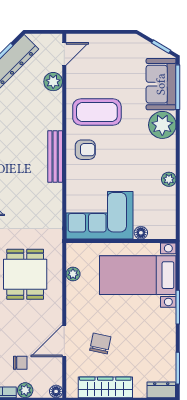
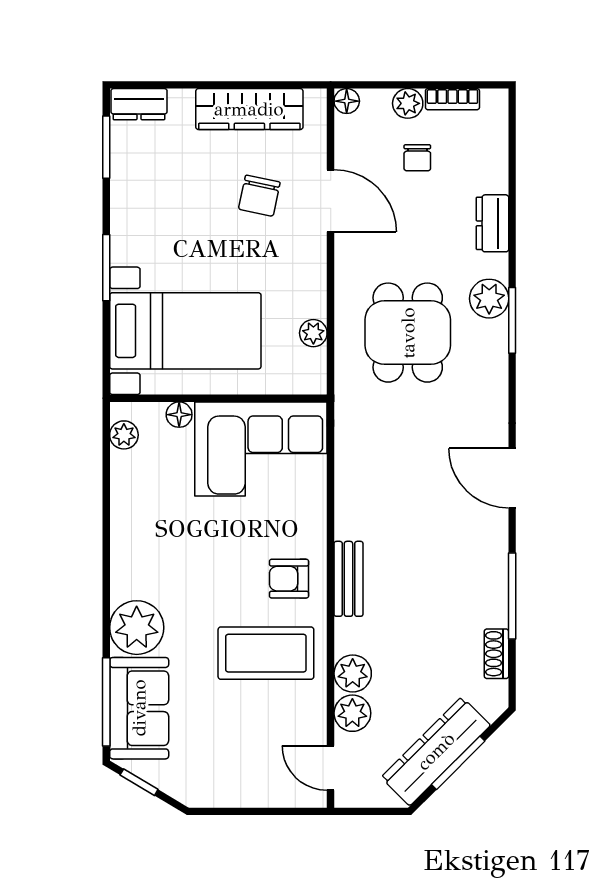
door: (64, 54) -> (331, 768), hinge flipped
plant: (53, 102) -> (353, 674), added
bench: (55, 157) -> (348, 579), width x0.73
plant: (169, 179) -> (124, 435), moved
door: (64, 341) -> (331, 201), hinge flipped
chair: (20, 363) -> (417, 158), turned -90

